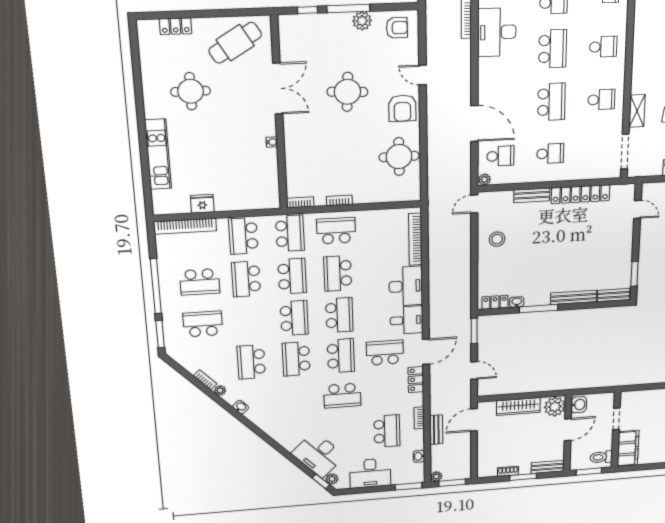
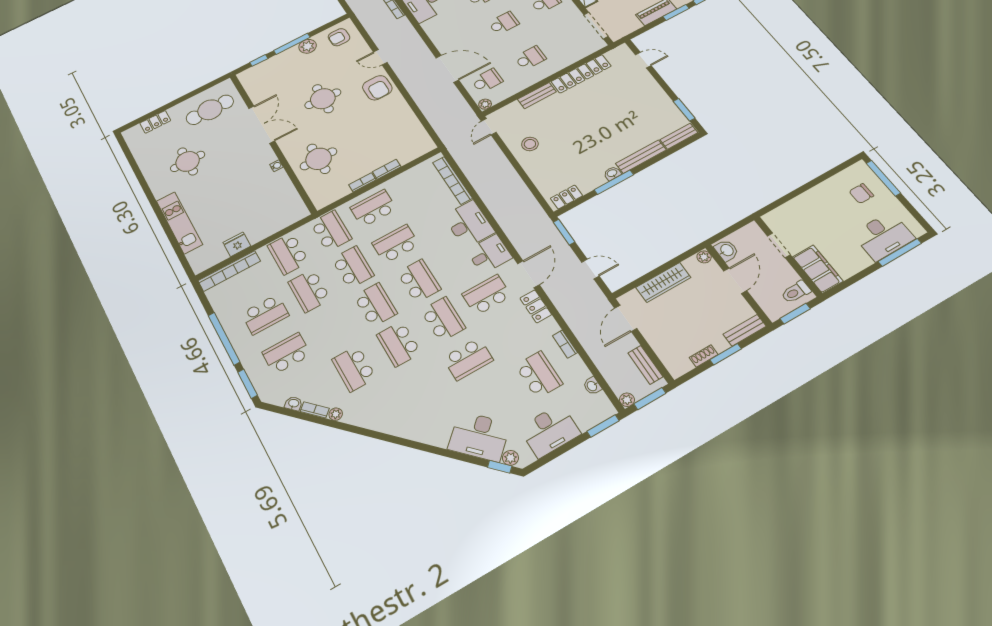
armchair: (397, 28) -> (339, 37), turned 180
cafe table: (235, 43) -> (210, 110), turned 31
school desk: (551, 102) -> (504, 23), width x0.54
round table: (399, 157) -> (319, 159), moved
bookcase: (300, 202) -> (387, 169), moved
school desk: (338, 273) -> (396, 244), turned 90
washbasin: (517, 302) -> (612, 173), moved
washbasin: (241, 407) -> (294, 403), moved
plant: (555, 407) -> (704, 257), width x0.53, depth x0.53
bench: (436, 430) -> (645, 365), moved

